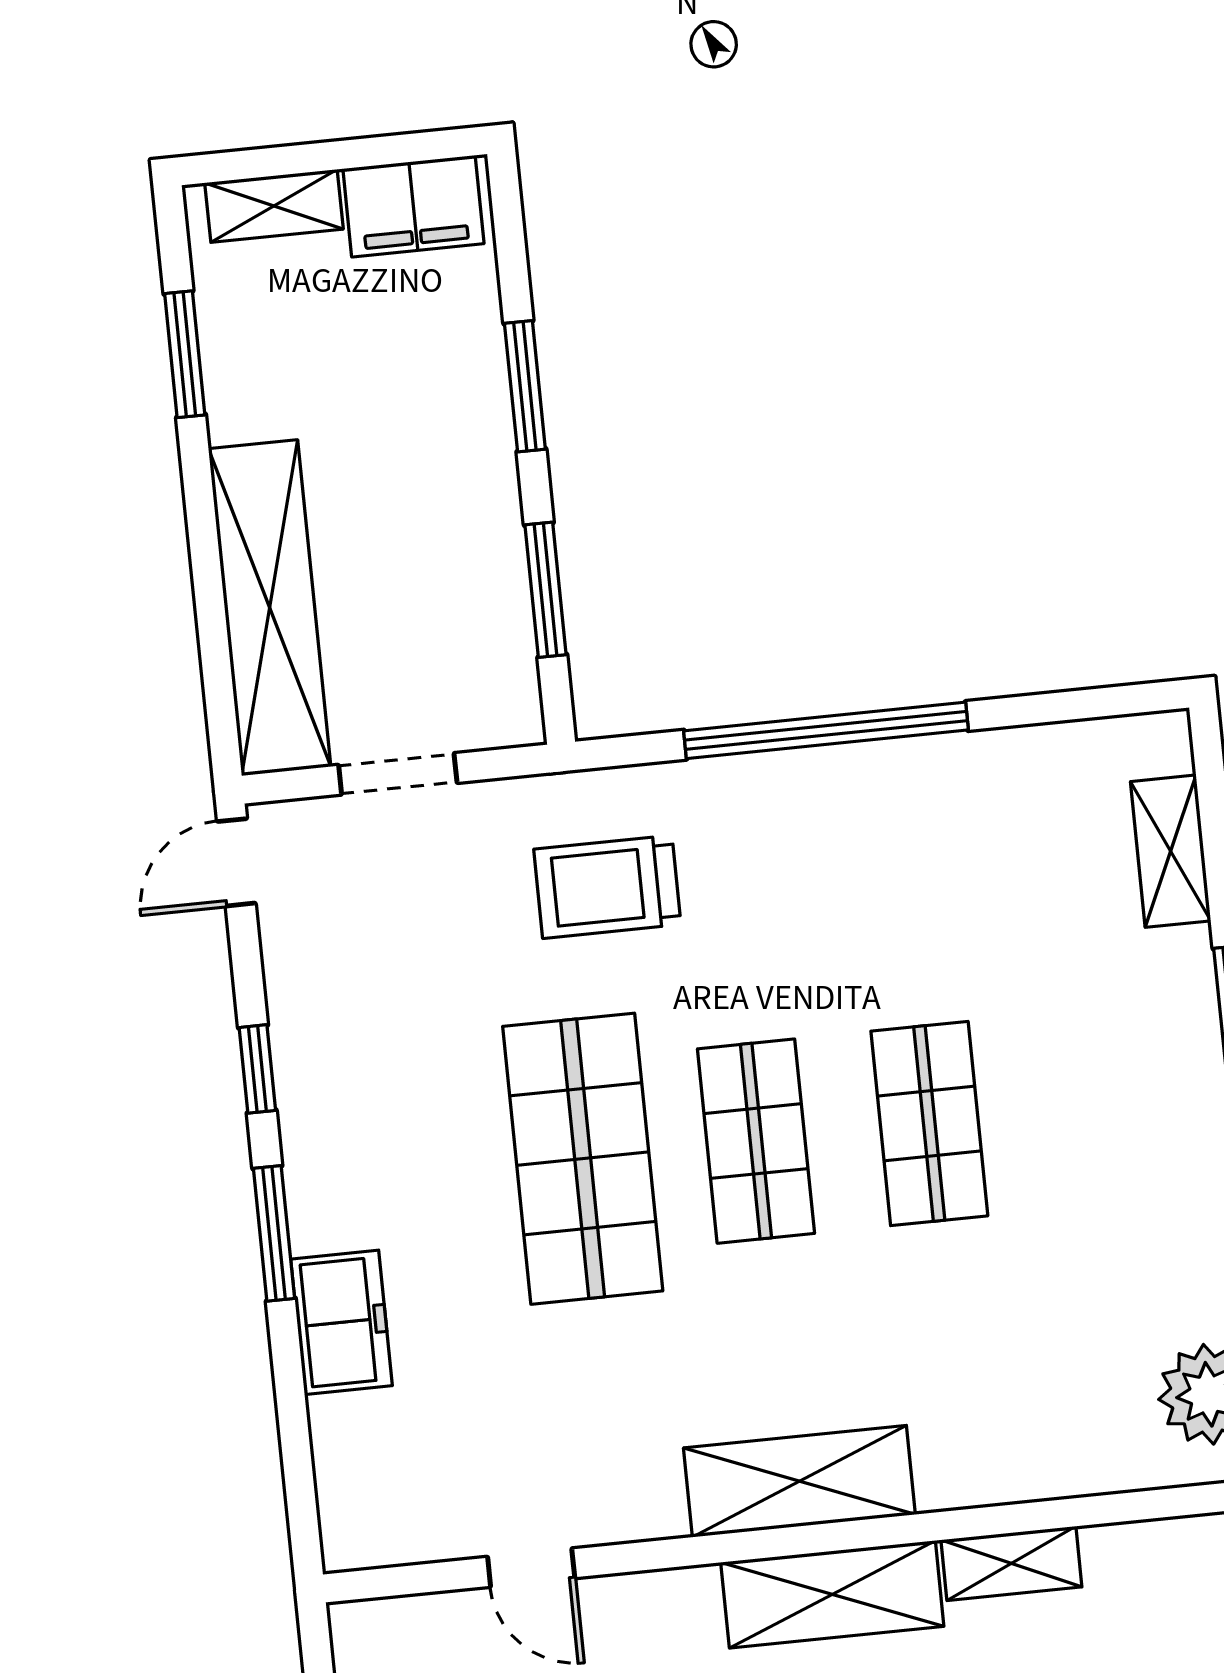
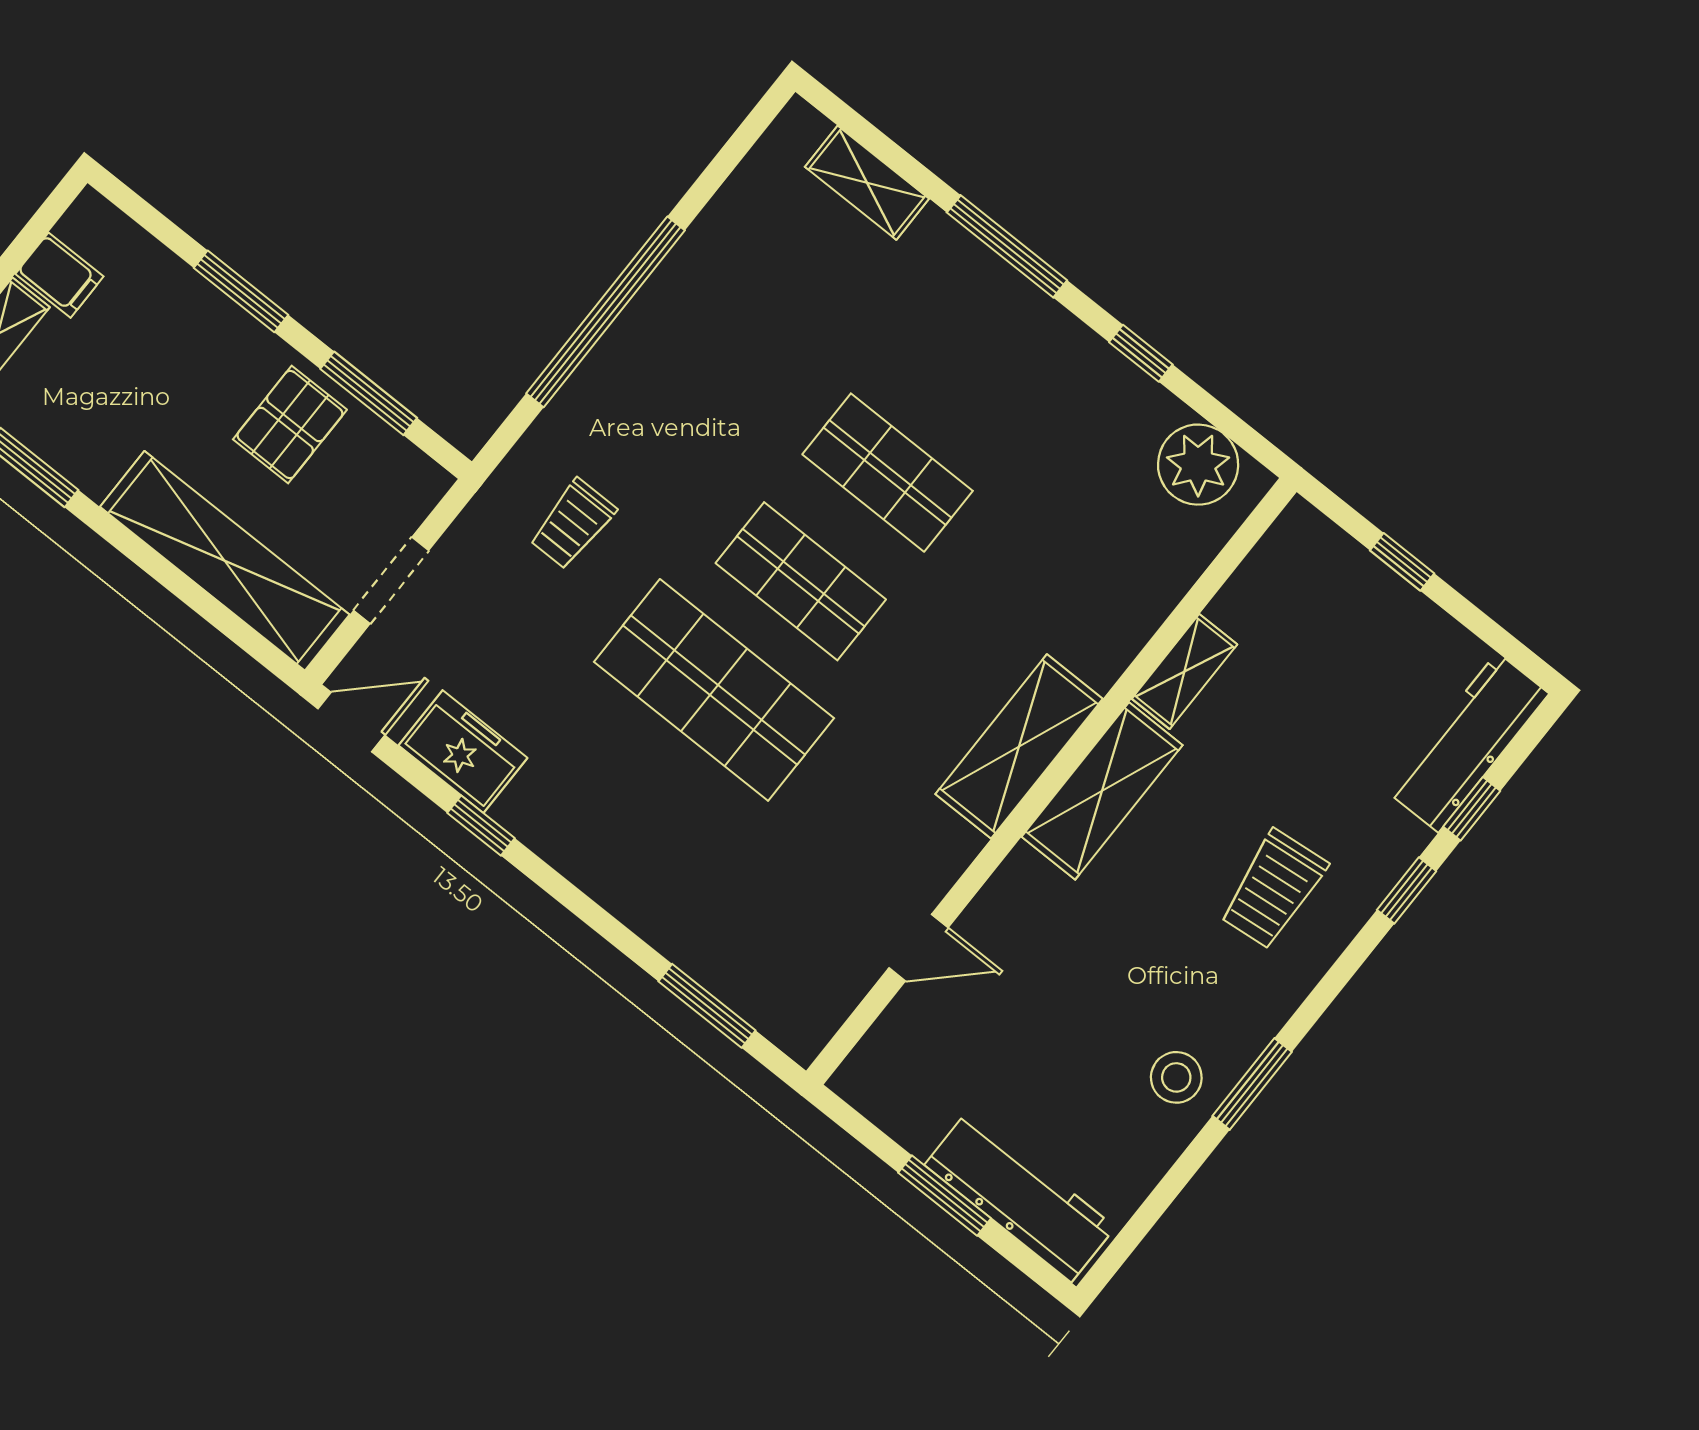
filing cabinet: (413, 206) -> (59, 275), width x0.50
pallet: (449, 547) -> (290, 424), added
door: (236, 862) -> (351, 722), swing flipped
trolley: (607, 887) -> (573, 524), width x0.73, depth x0.72
window: (274, 1233) -> (707, 1006), moved
freezer: (342, 1322) -> (463, 752), moved

